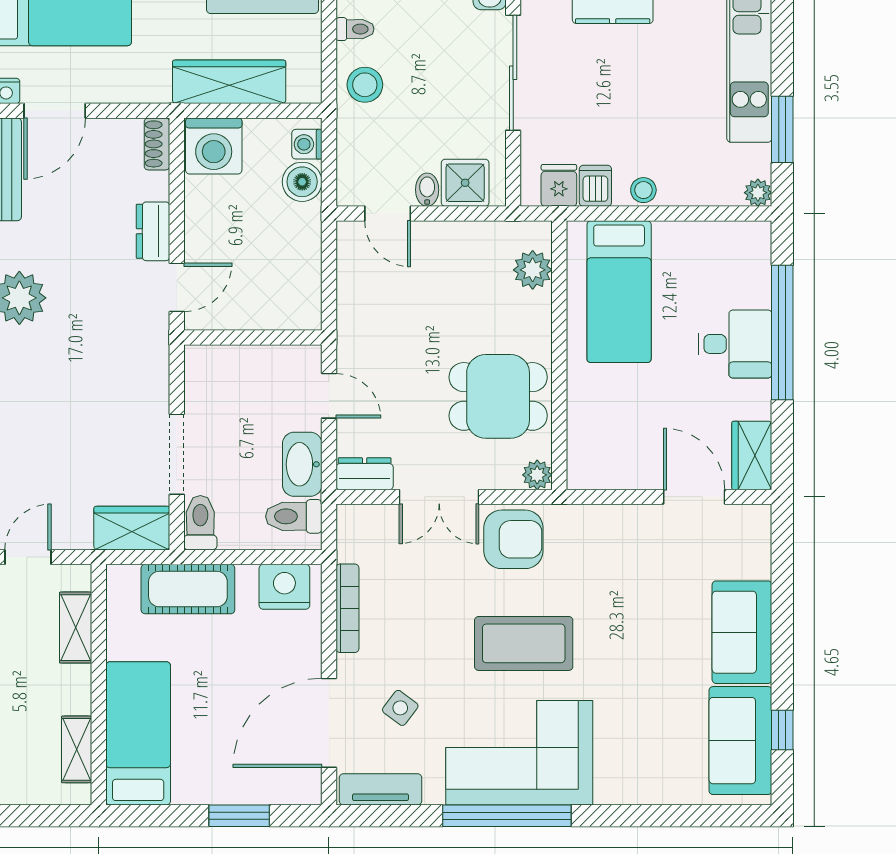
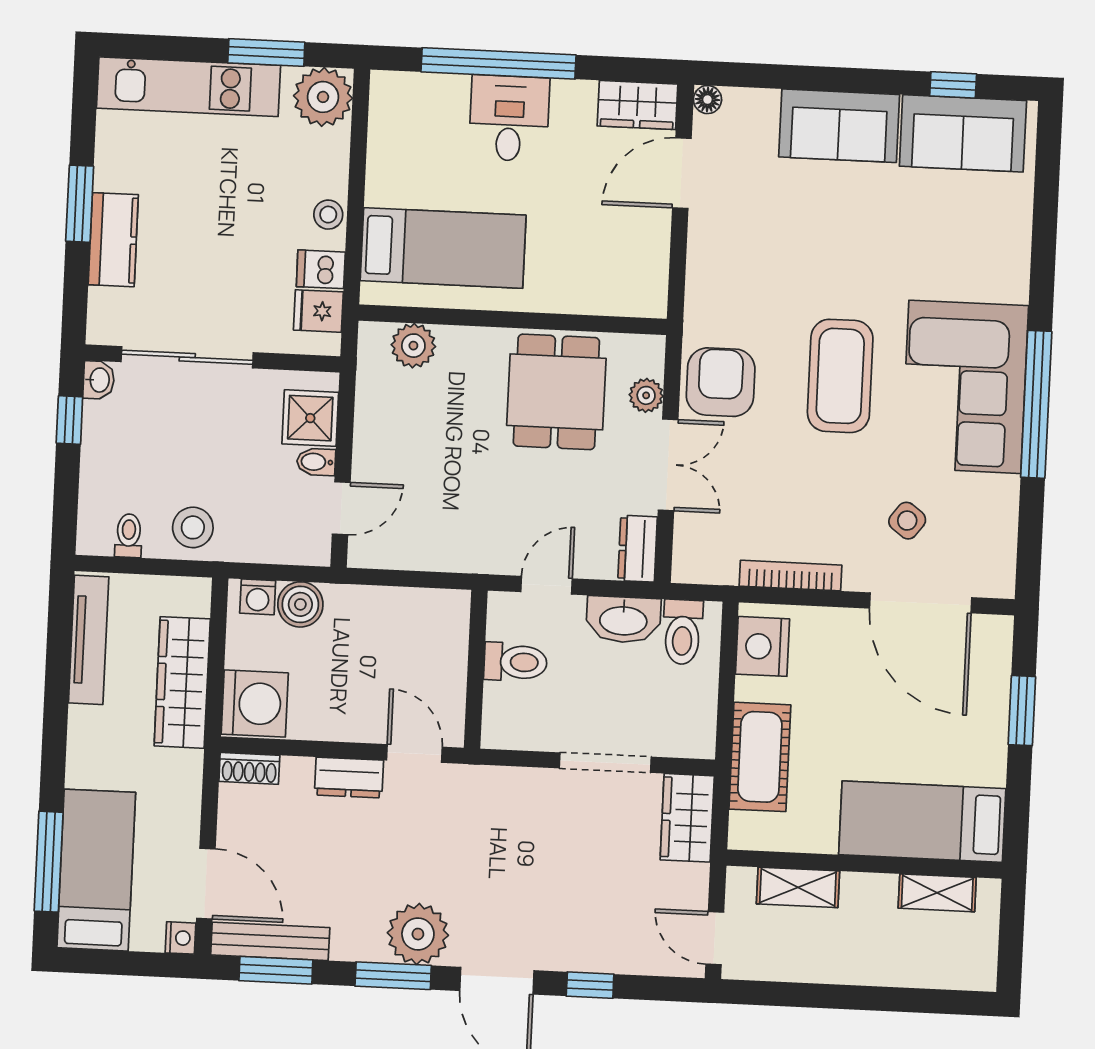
plant: (758, 193) -> (323, 97), width x1.88, depth x1.88
plant: (537, 475) -> (646, 395), moved
floor lamp: (759, 516) -> (707, 100), added
toilet: (200, 523) -> (515, 662), moved, turned 180
tv unit: (380, 789) -> (999, 548), removed

